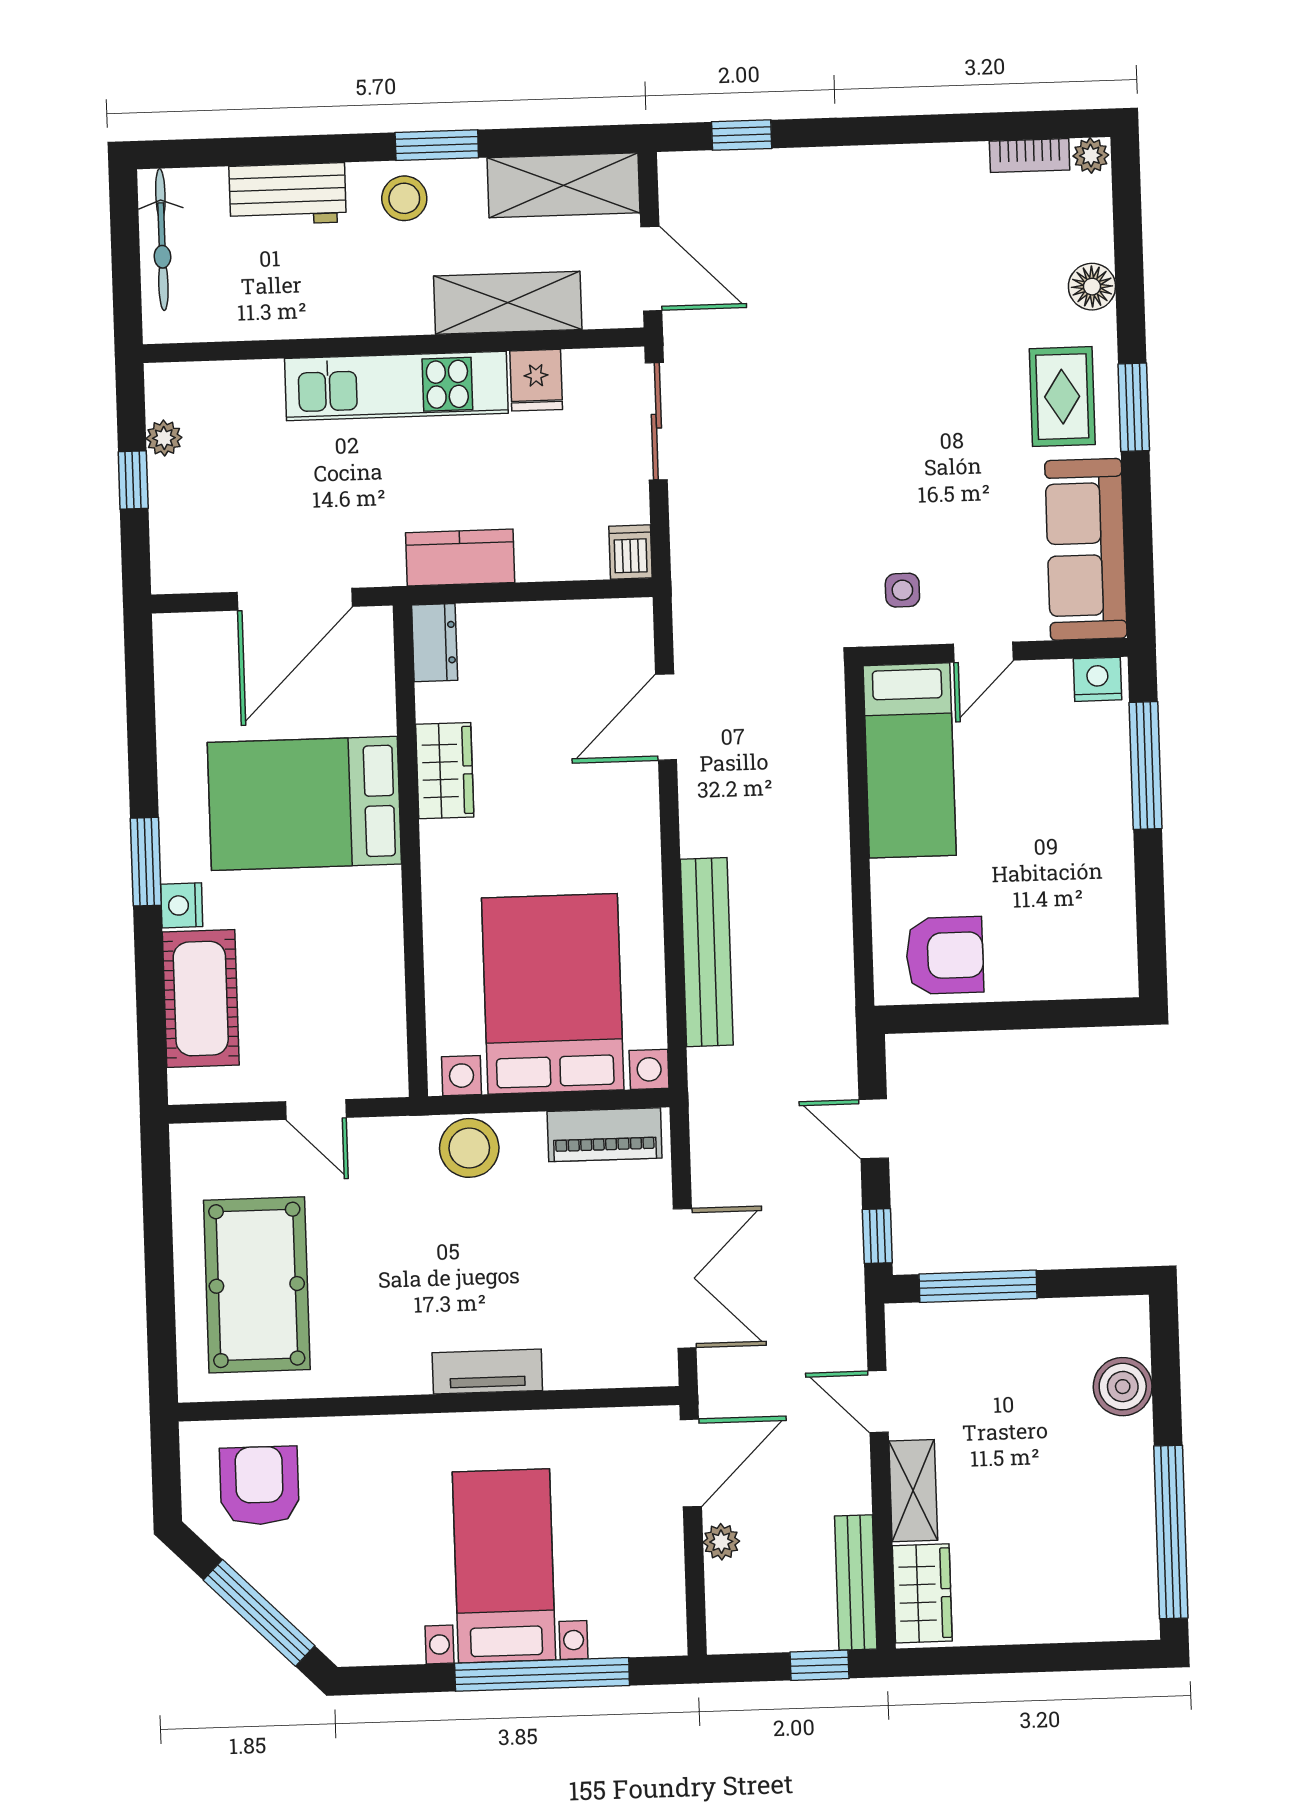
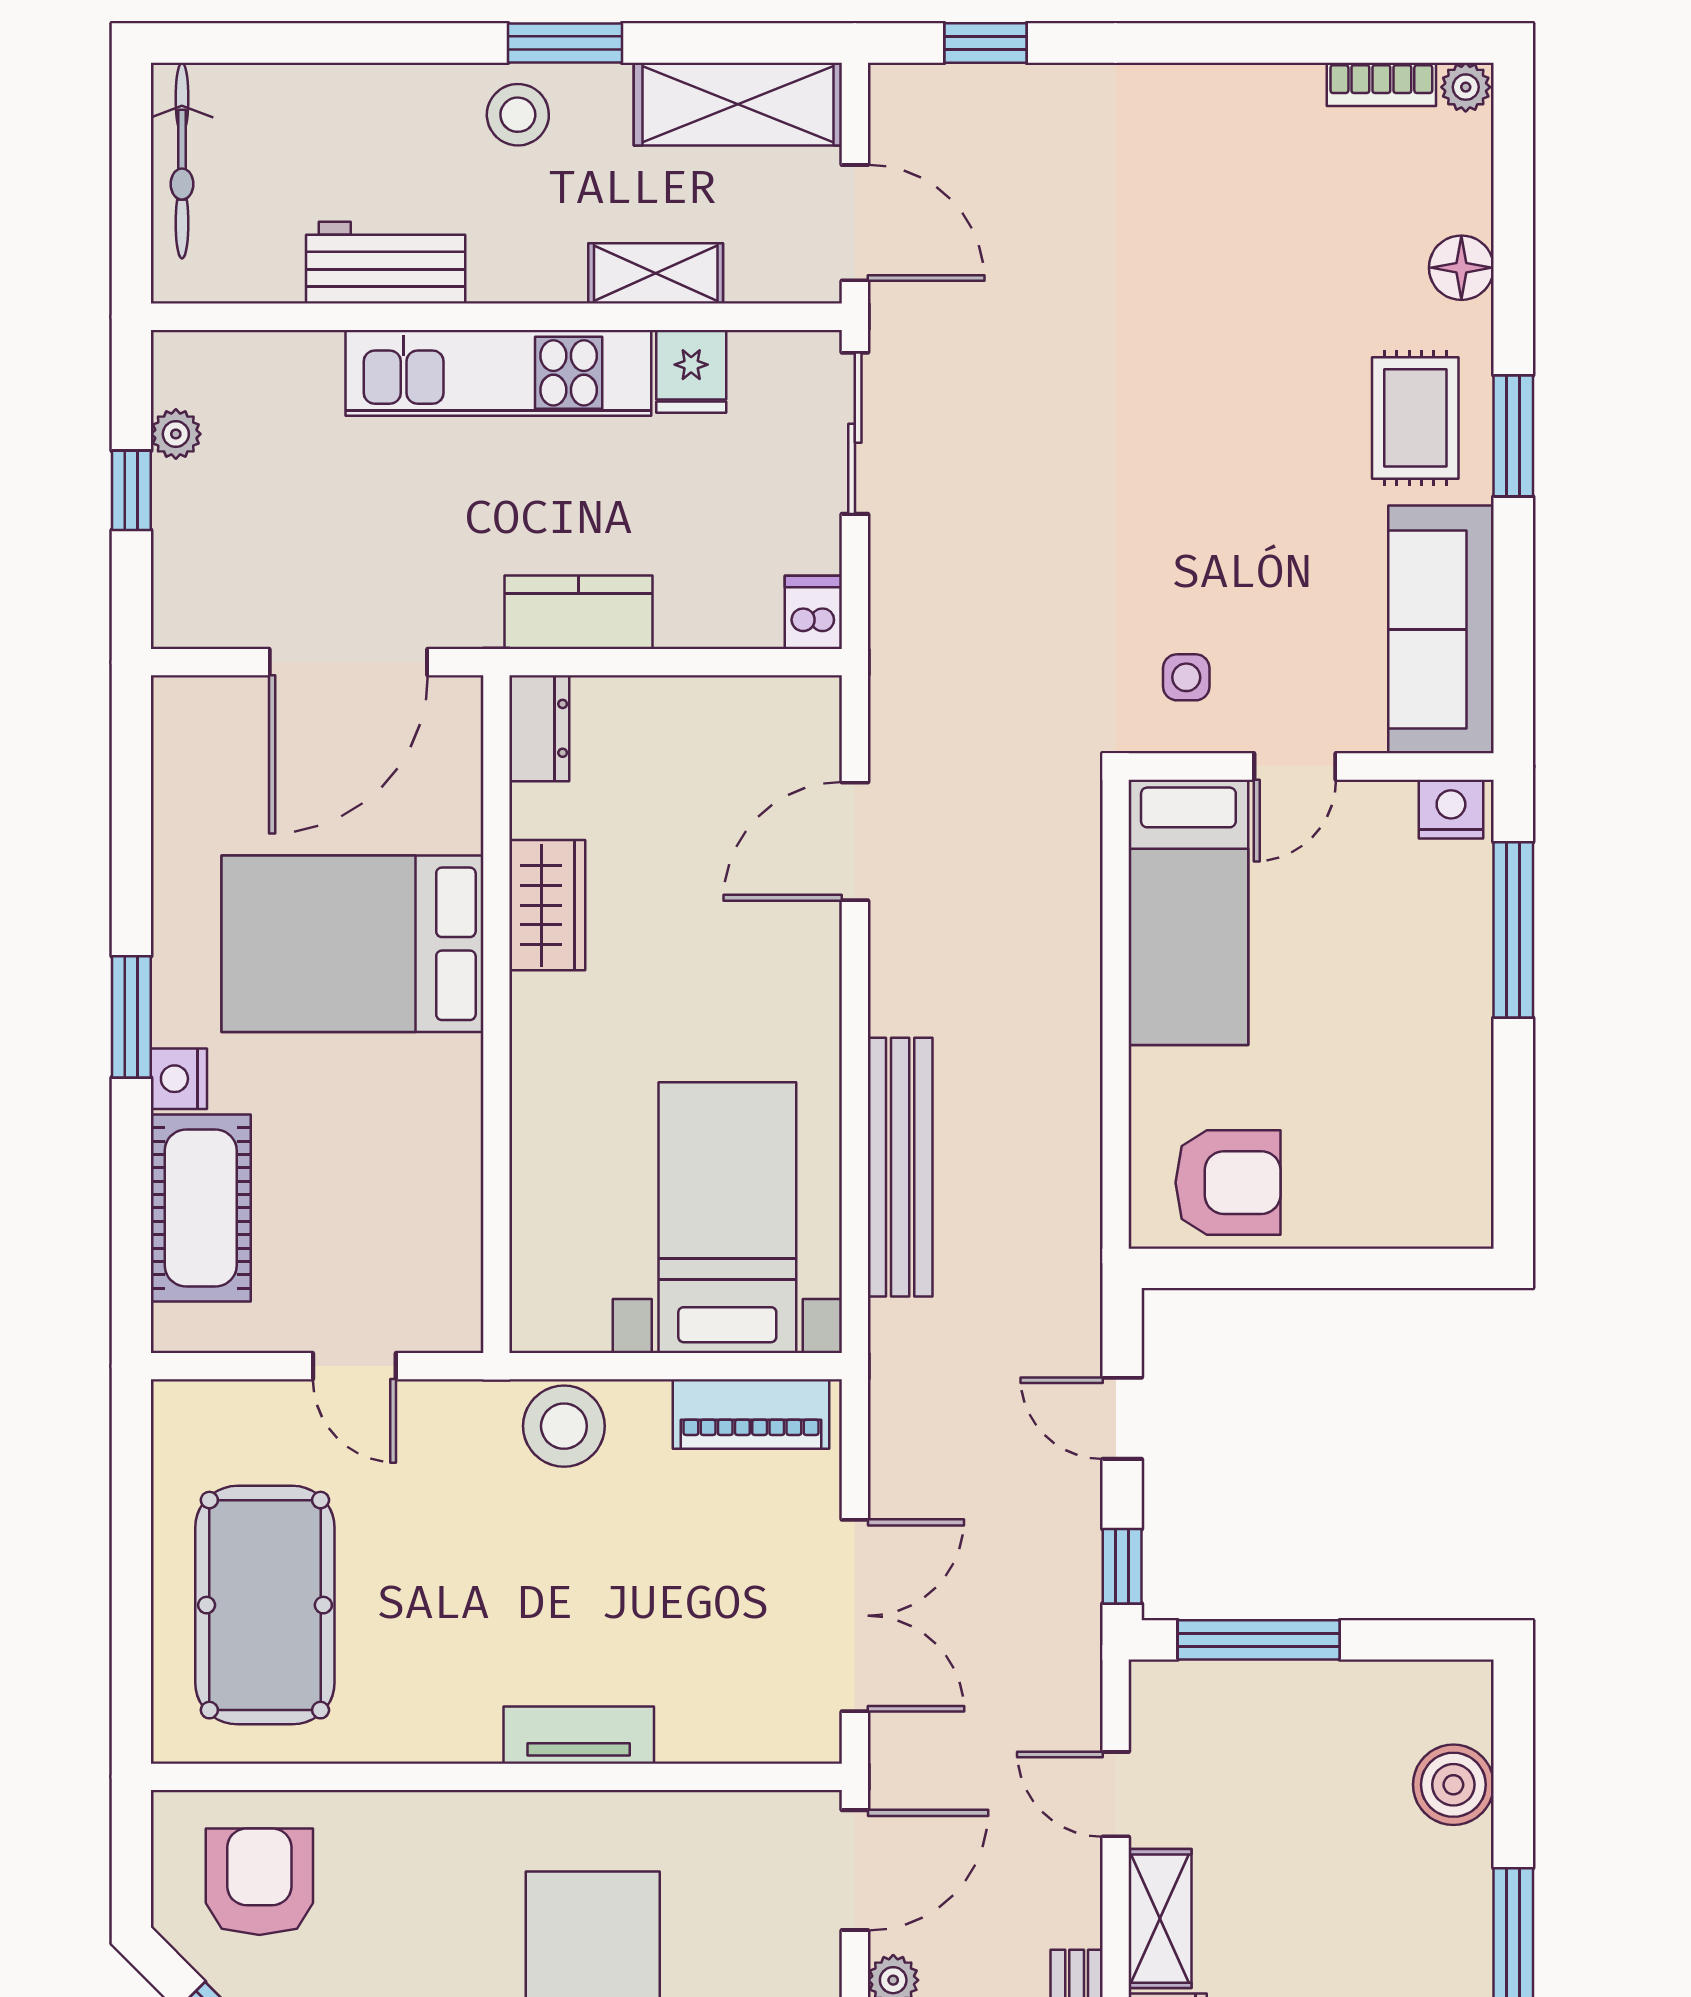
workbench: (288, 194) -> (386, 263), moved, turned 180
shelving: (508, 303) -> (656, 273), width x0.67, depth x0.75
bed with nightstands: (553, 994) -> (727, 1218), width x0.73

